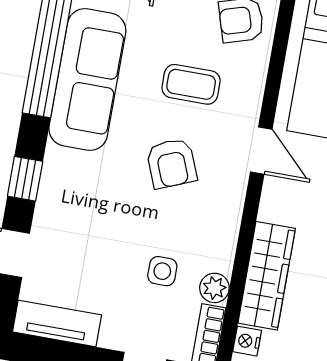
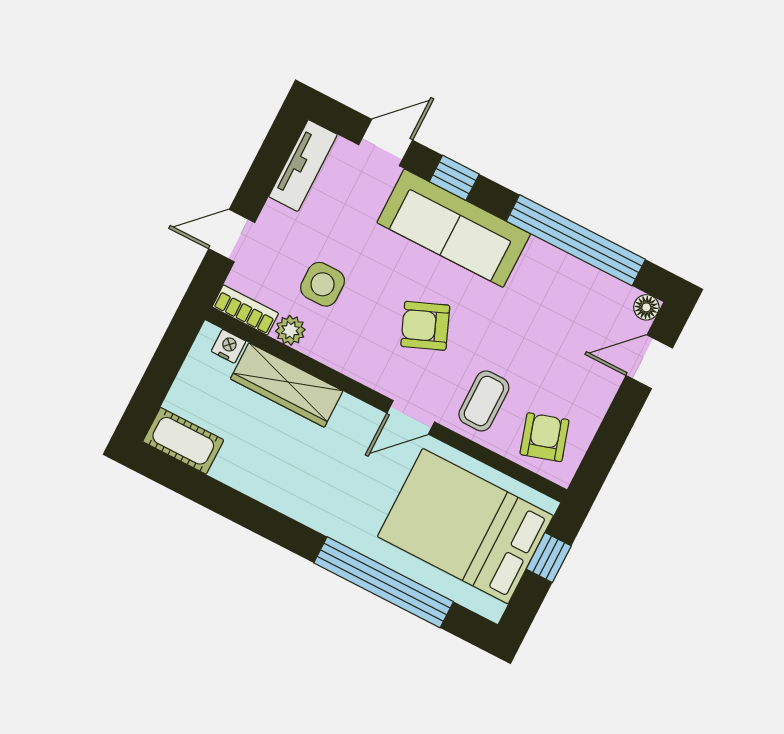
sofa: (87, 80) -> (454, 228), moved
coffee table: (191, 84) -> (484, 401), moved
side table: (162, 271) -> (323, 284), width x1.37, depth x1.37

